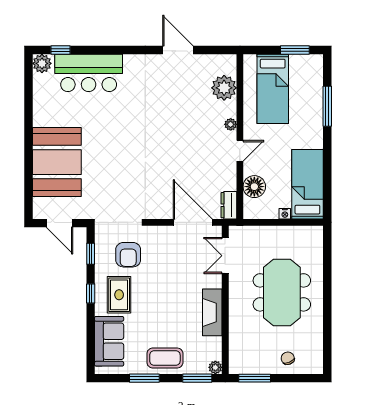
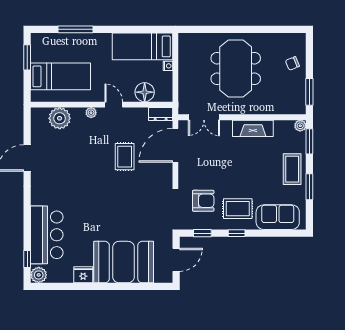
fridge: (42, 115) -> (83, 275), added
rug: (179, 163) -> (125, 157), added
meeting table: (282, 292) -> (236, 68), turned 90

